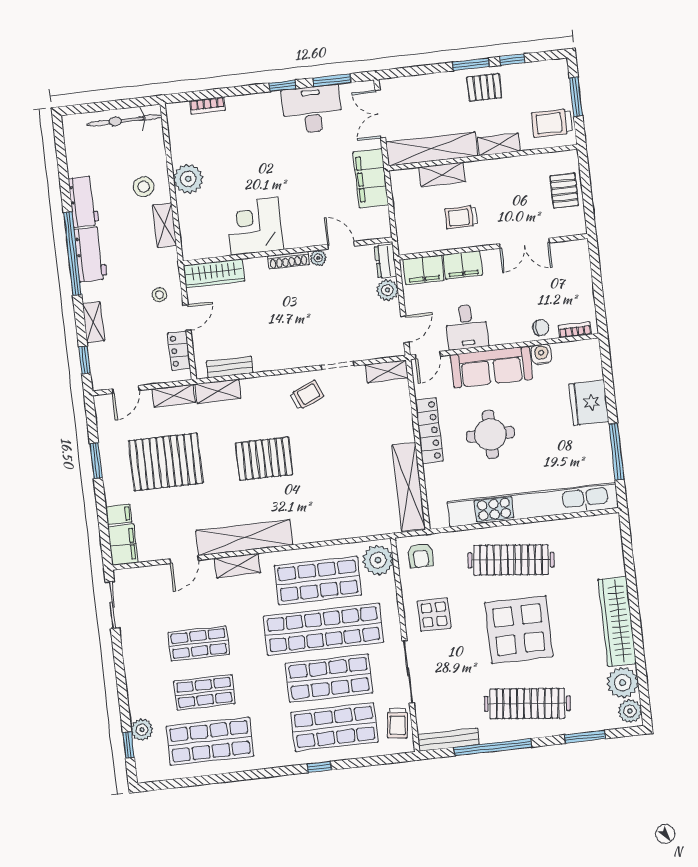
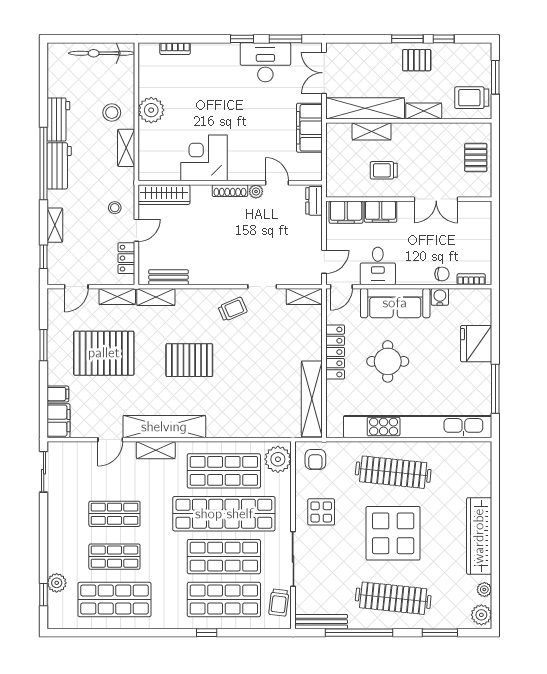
plant: (387, 290) -> (313, 226), removed
plant: (623, 683) -> (484, 590), width x0.53, depth x0.53

